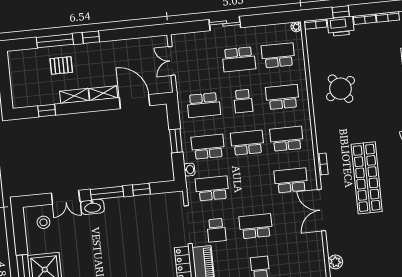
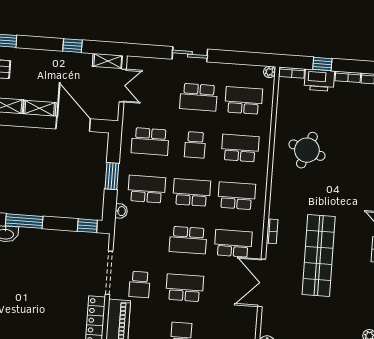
window: (91, 37) -> (73, 46), moved
shelving: (155, 42) -> (108, 61), added
double door: (172, 61) -> (123, 86), swing flipped
round table: (341, 89) -> (307, 150), turned -37
school desk: (212, 188) -> (188, 240), moved, turned 180
window: (141, 190) -> (87, 226), moved

